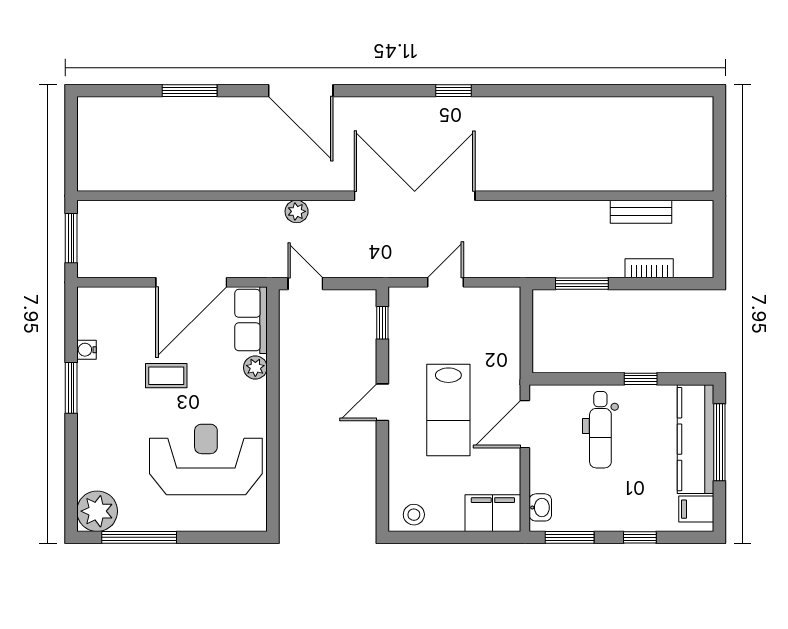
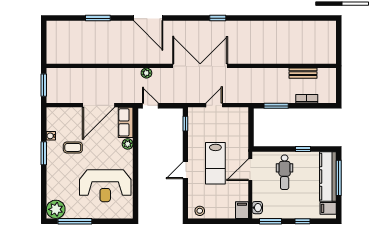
coffee table: (166, 376) -> (73, 147), moved
door: (382, 402) -> (185, 170), moved
reception desk: (206, 459) -> (105, 186), turned 180
filing cabinet: (493, 513) -> (242, 210), width x0.50

